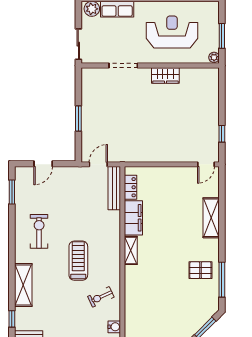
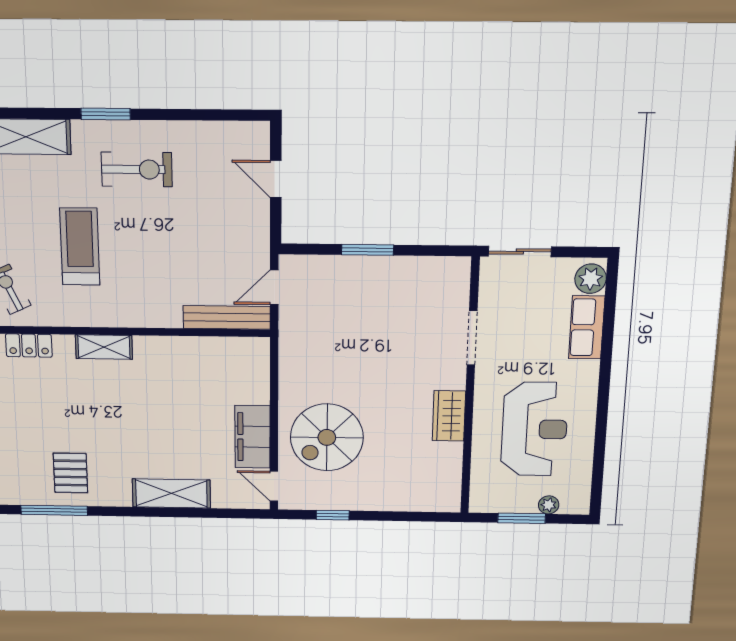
plant: (214, 57) -> (549, 505), moved
spiral stairs: (178, 137) -> (327, 437), added
door: (98, 164) -> (274, 287), swing flipped
locker: (131, 187) -> (29, 346), moved
window: (12, 192) -> (106, 114), moved
filing cabinet: (133, 218) -> (253, 437), moved, turned 90
treadmill: (78, 261) -> (80, 247), turned -90

